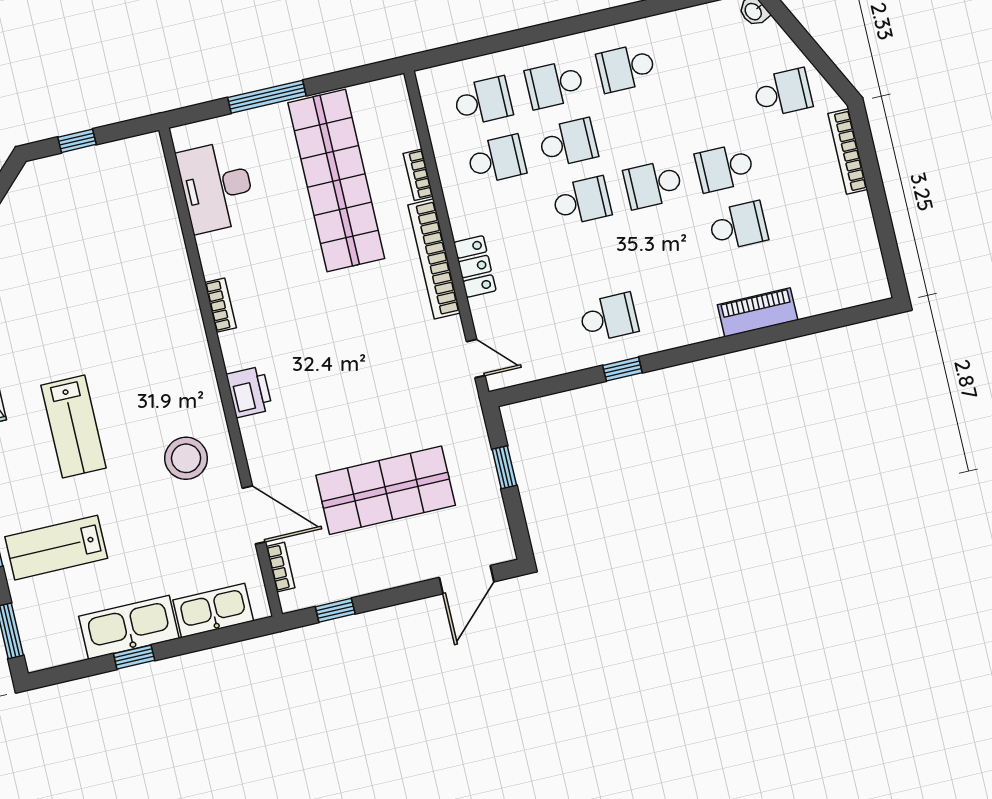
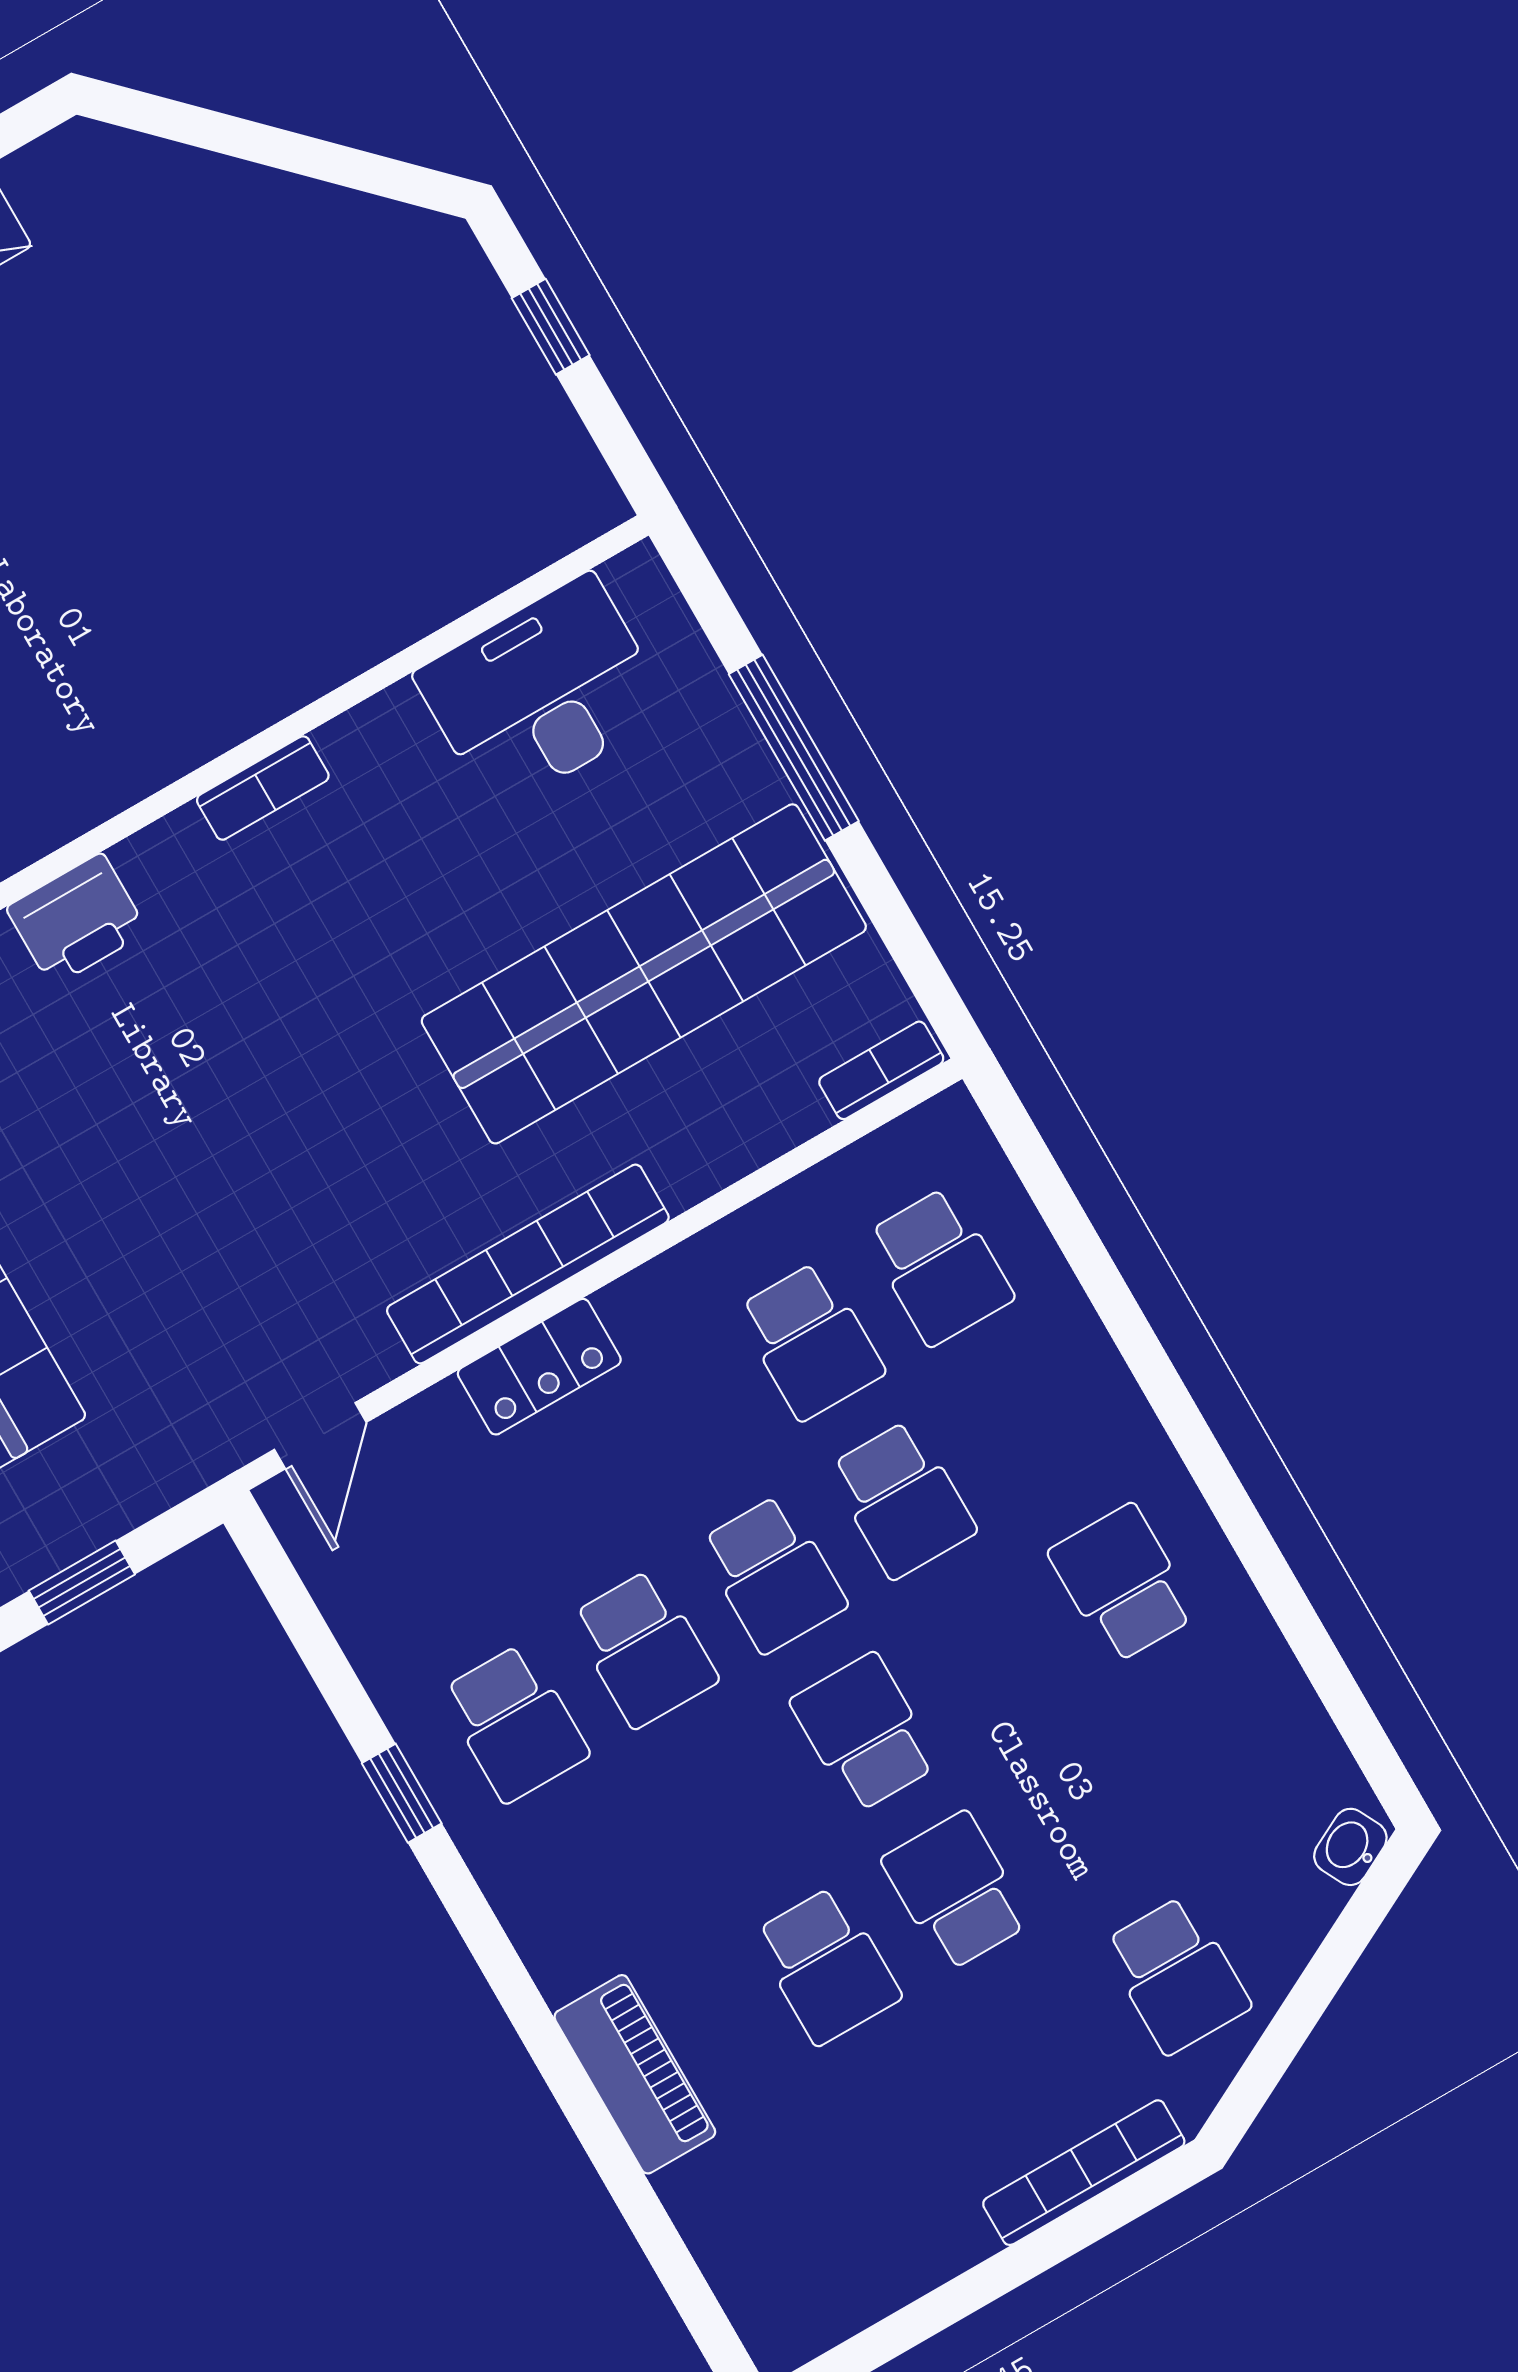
school desk: (555, 85) -> (644, 1649), moved, turned 180
bookcase: (418, 175) -> (881, 1070), moved

